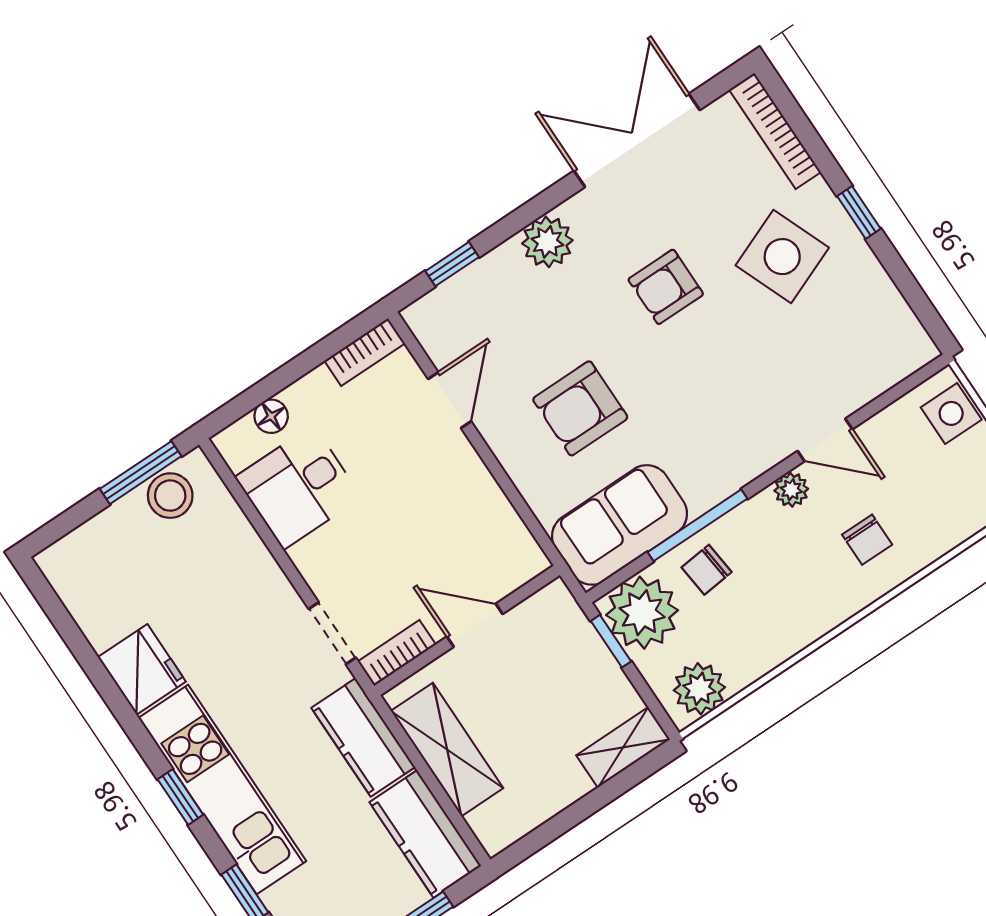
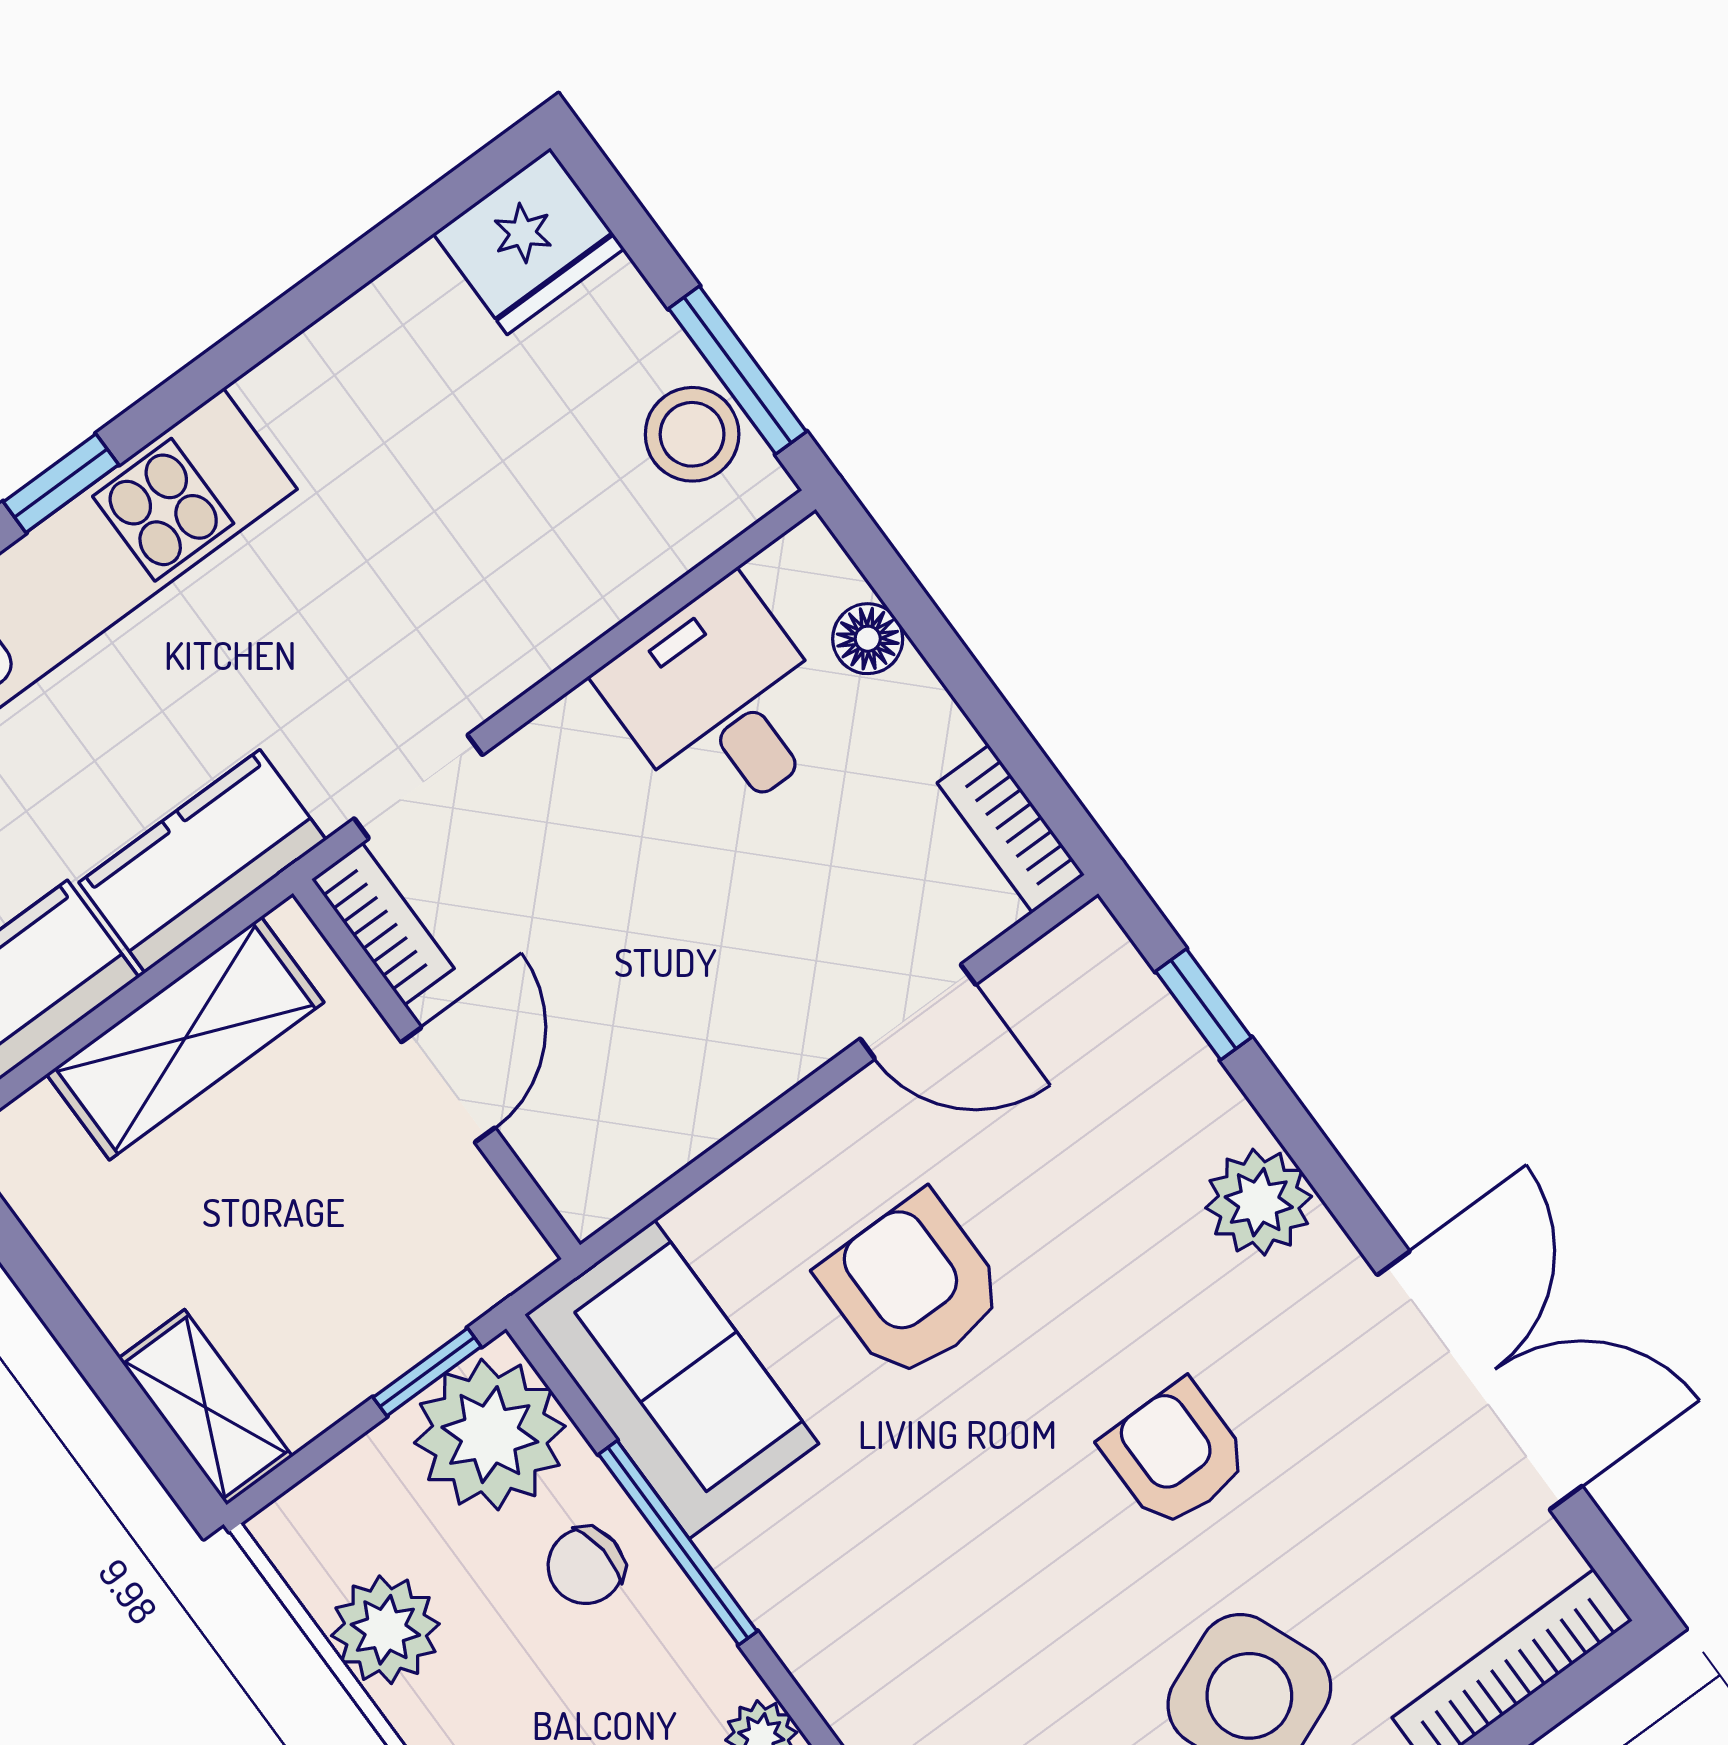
chair: (707, 570) -> (586, 1566), turned -89
fridge: (142, 669) -> (529, 241), moved
plant: (699, 689) -> (385, 1630), moved

